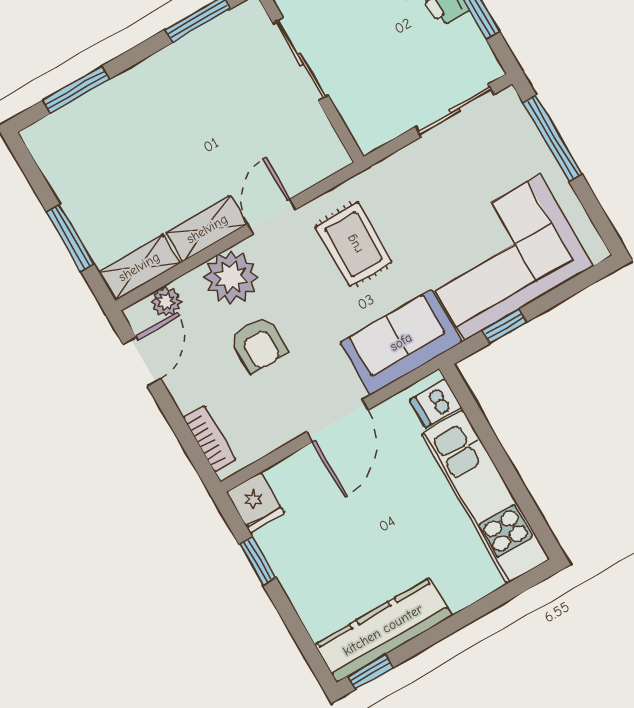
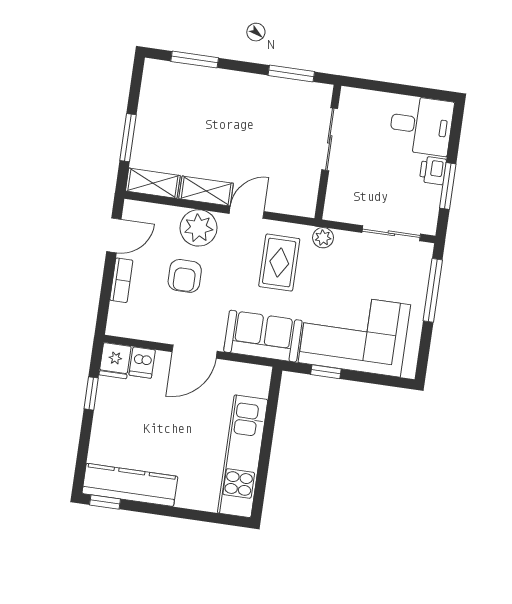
plant: (166, 301) -> (323, 238), moved
dishwasher: (436, 404) -> (142, 363), moved, turned -90
bookcase: (210, 439) -> (121, 280), moved

